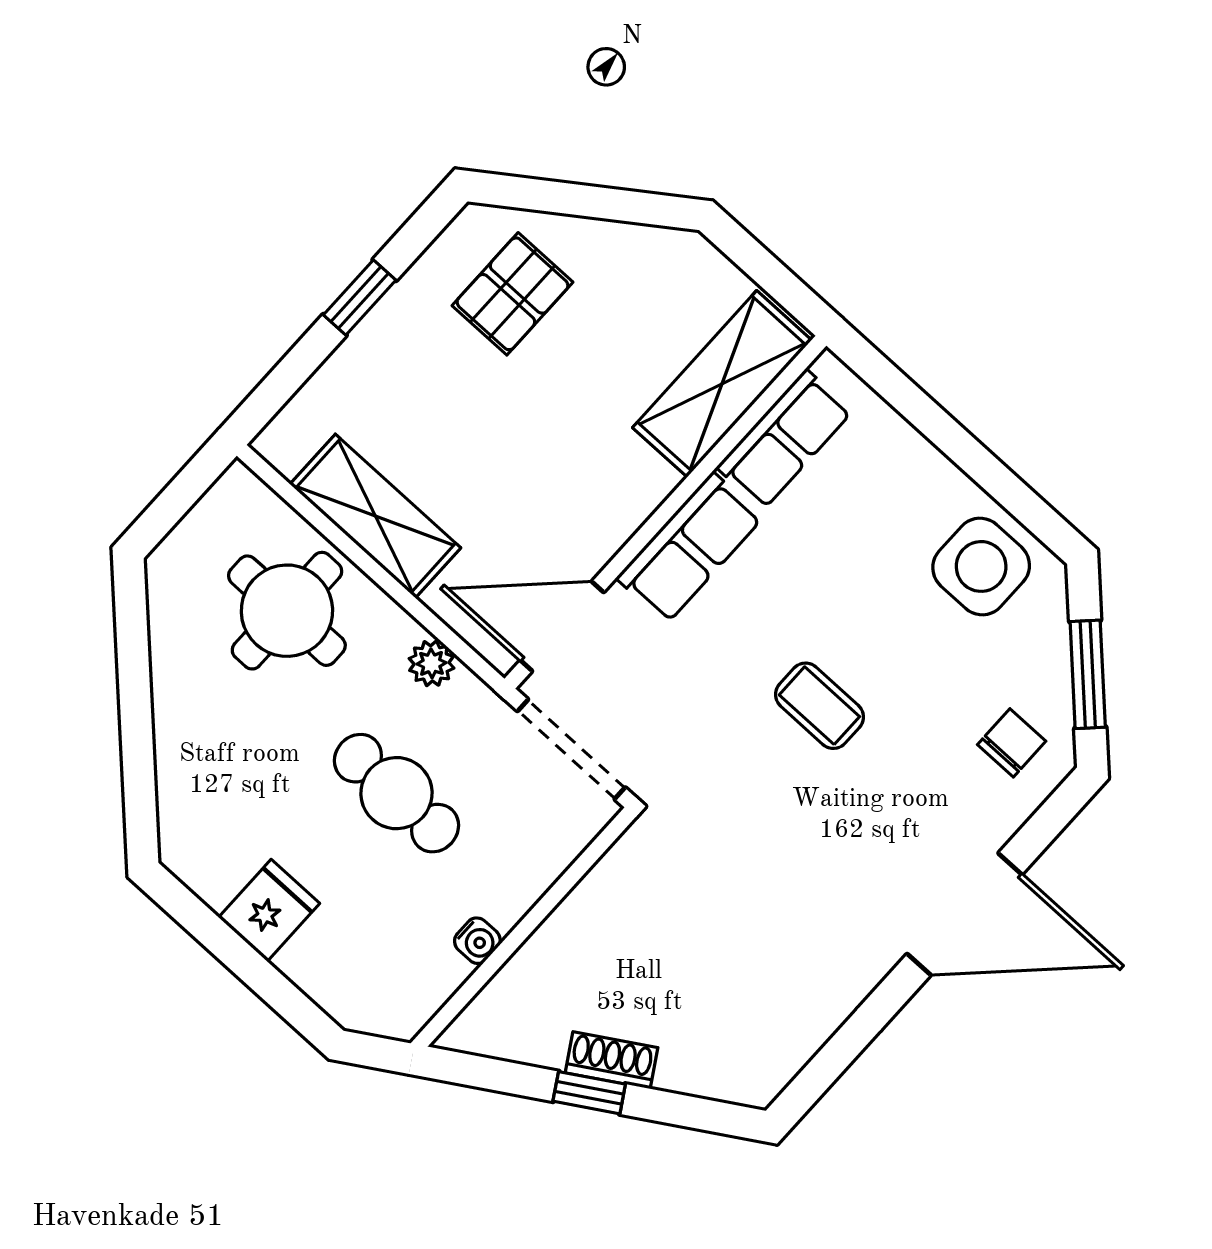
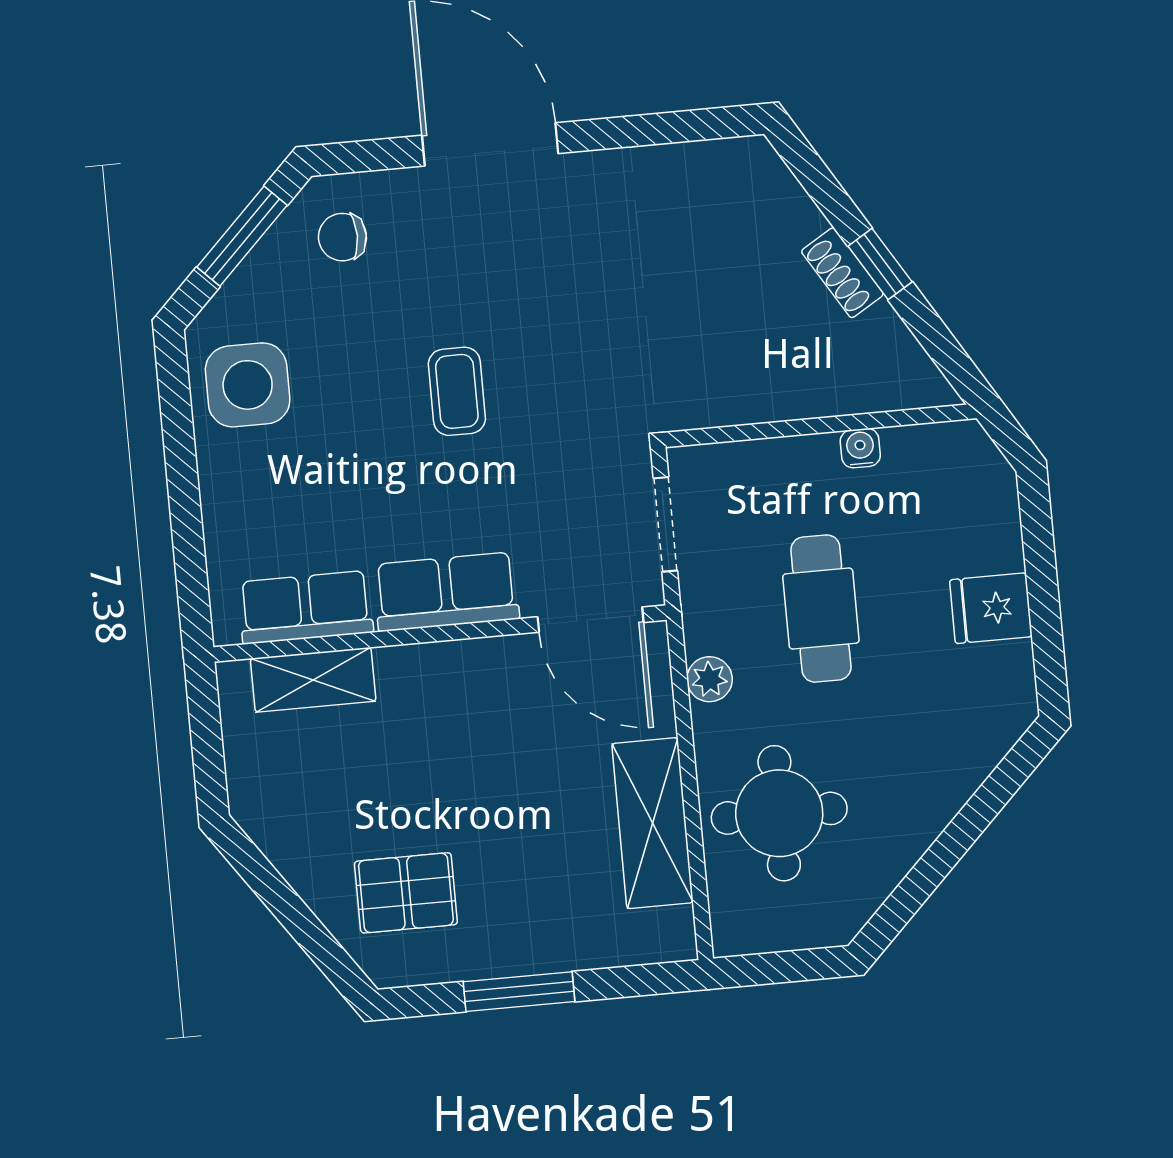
window: (360, 298) -> (519, 992), width x1.50
shelving: (722, 384) -> (313, 680), width x0.67, depth x0.75
doorway: (571, 749) -> (665, 524), width x0.73

